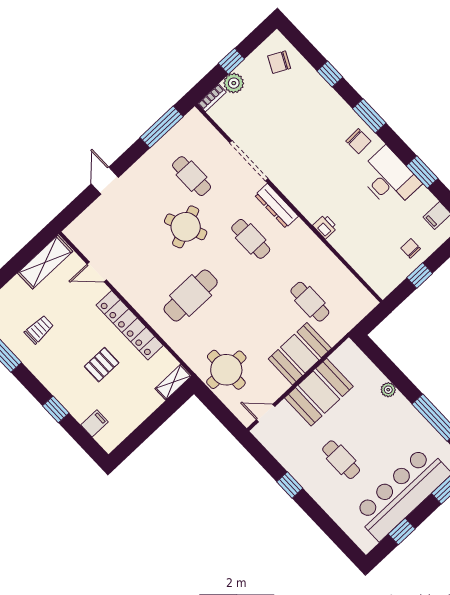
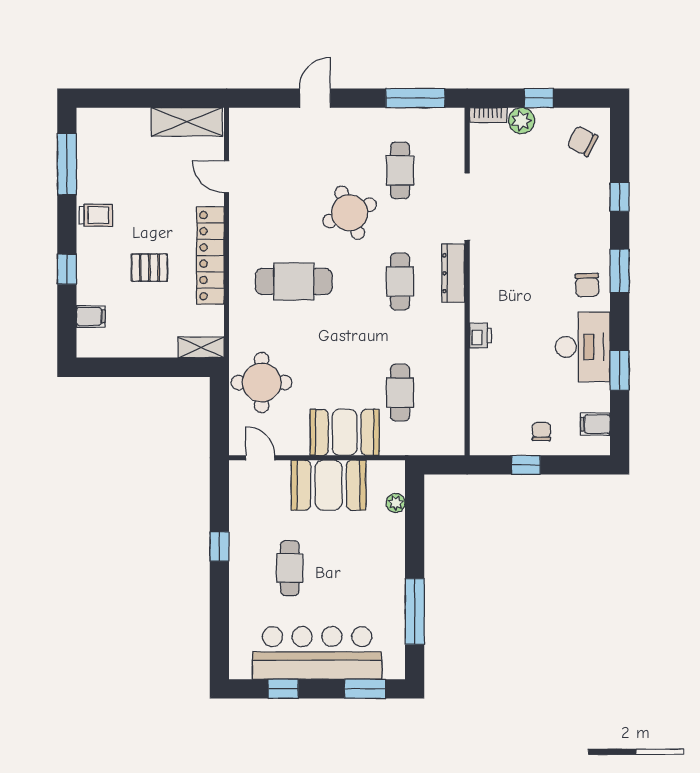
trolley: (39, 330) -> (96, 215), moved
plant: (388, 390) -> (396, 503), moved

